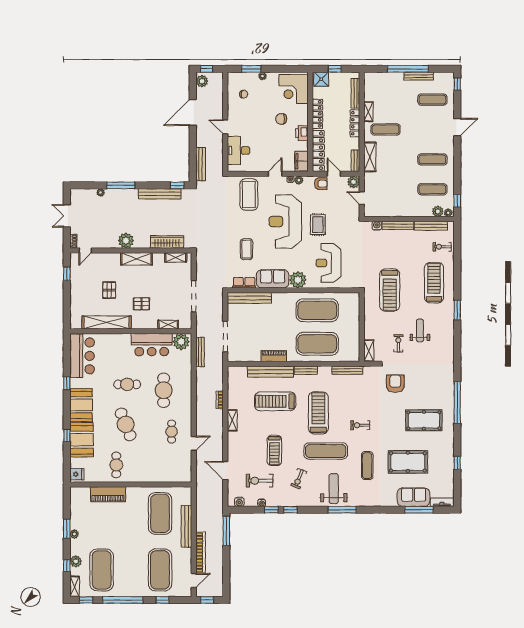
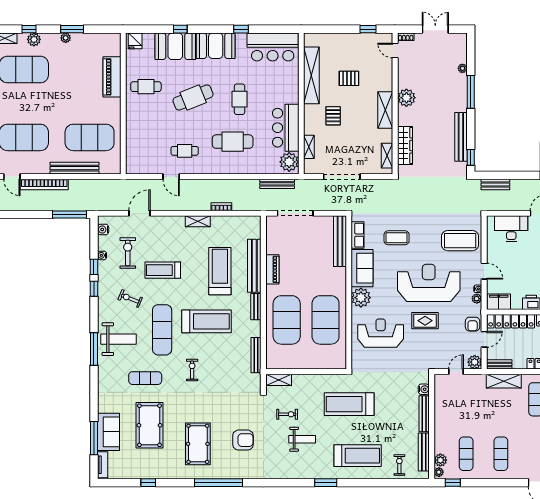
bench: (201, 164) -> (495, 185), width x0.73
armchair: (395, 384) -> (243, 440), moved

